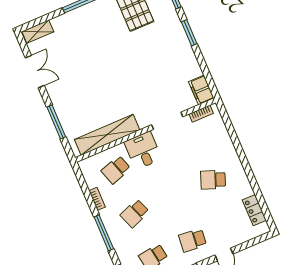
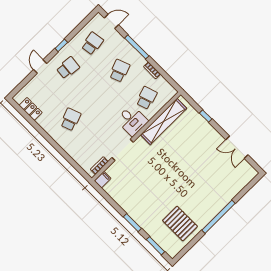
shelving: (38, 32) -> (246, 178), removed
filing cabinet: (201, 90) -> (103, 180), width x0.50
window: (56, 122) -> (206, 116), width x0.46
school desk: (213, 180) -> (71, 119), turned -42

